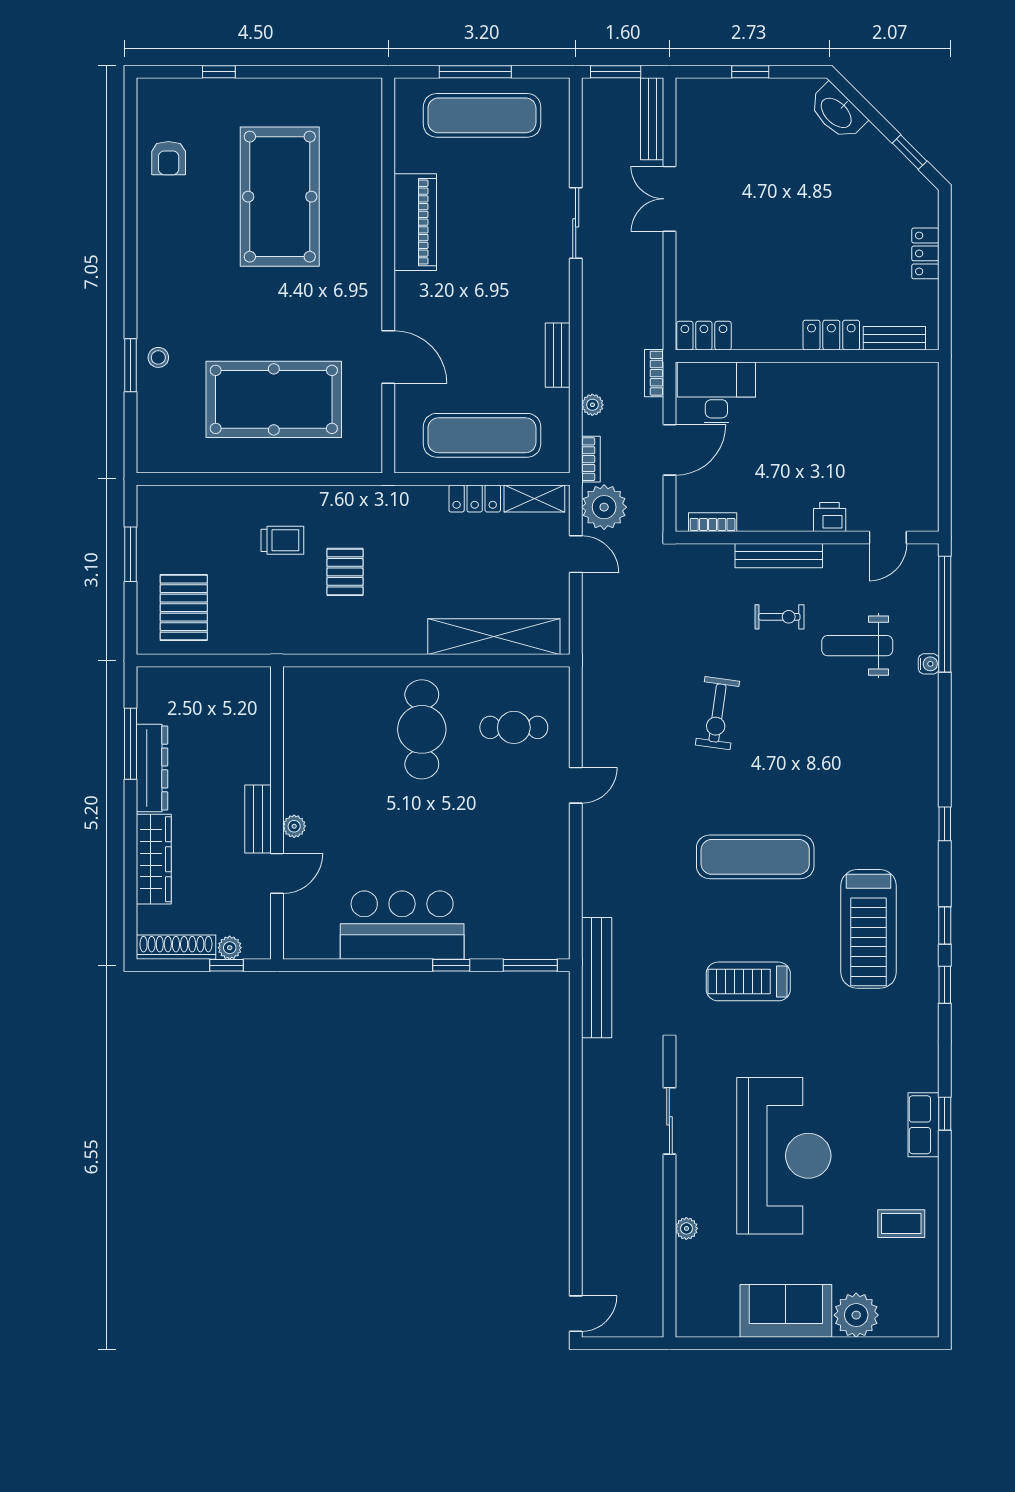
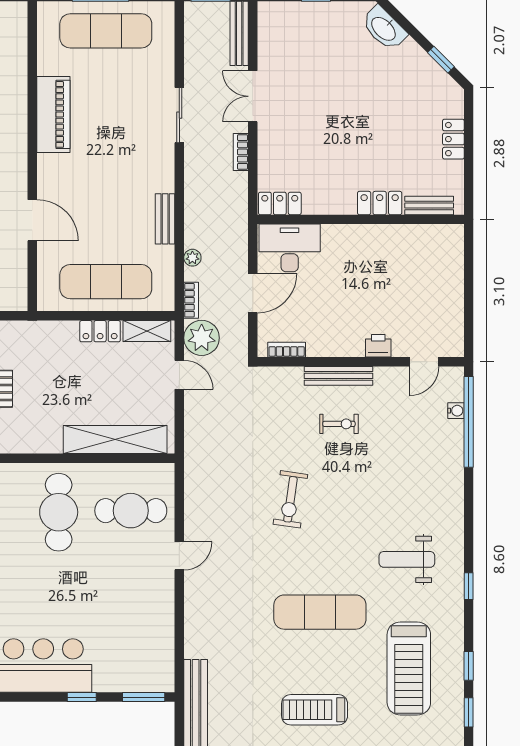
bookcase: (654, 373) -> (241, 152), moved
weight bench: (857, 646) -> (407, 559), moved
water cooler: (929, 664) -> (456, 411), moved
cafe table: (514, 727) -> (131, 511), width x1.37, depth x1.35

